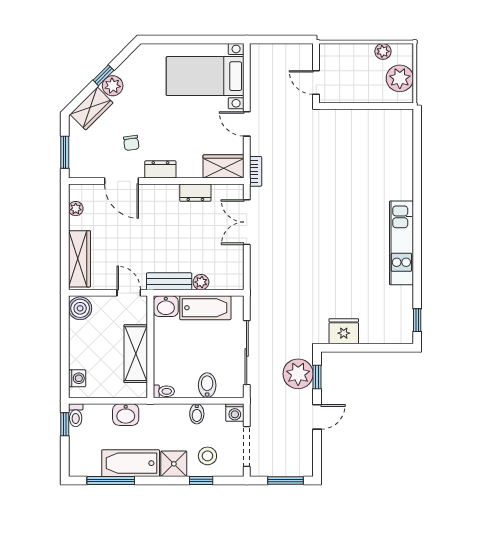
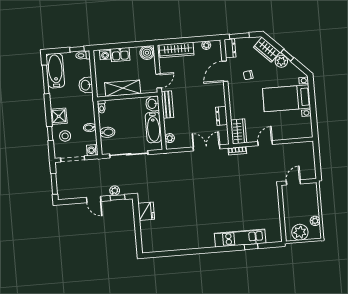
bed with nightstands: (205, 76) -> (287, 98), moved, turned -90
dresser: (160, 169) -> (230, 48), moved
kitchen unit: (401, 243) -> (240, 238), moved
plant: (201, 282) -> (170, 138), moved
window: (417, 320) -> (251, 247), moved
kitchen sink: (80, 353) -> (120, 55), added
plant: (298, 374) -> (115, 191), width x0.53, depth x0.53
bathtub: (131, 463) -> (55, 71), moved

